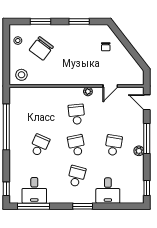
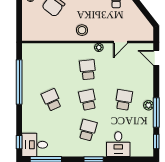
stool: (21, 75) -> (82, 30), moved
window: (147, 138) -> (156, 113), moved
school desk: (39, 145) -> (52, 100), turned -48
desk: (34, 190) -> (35, 145), moved, turned 90

